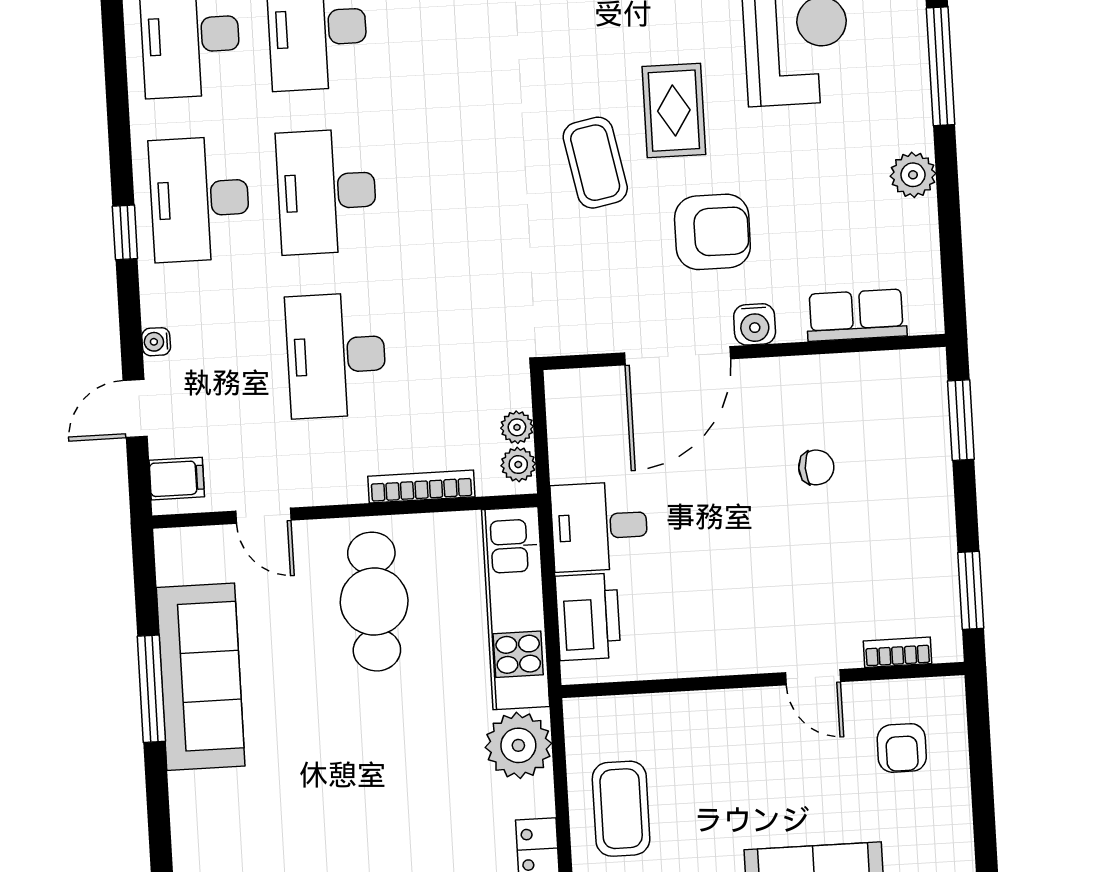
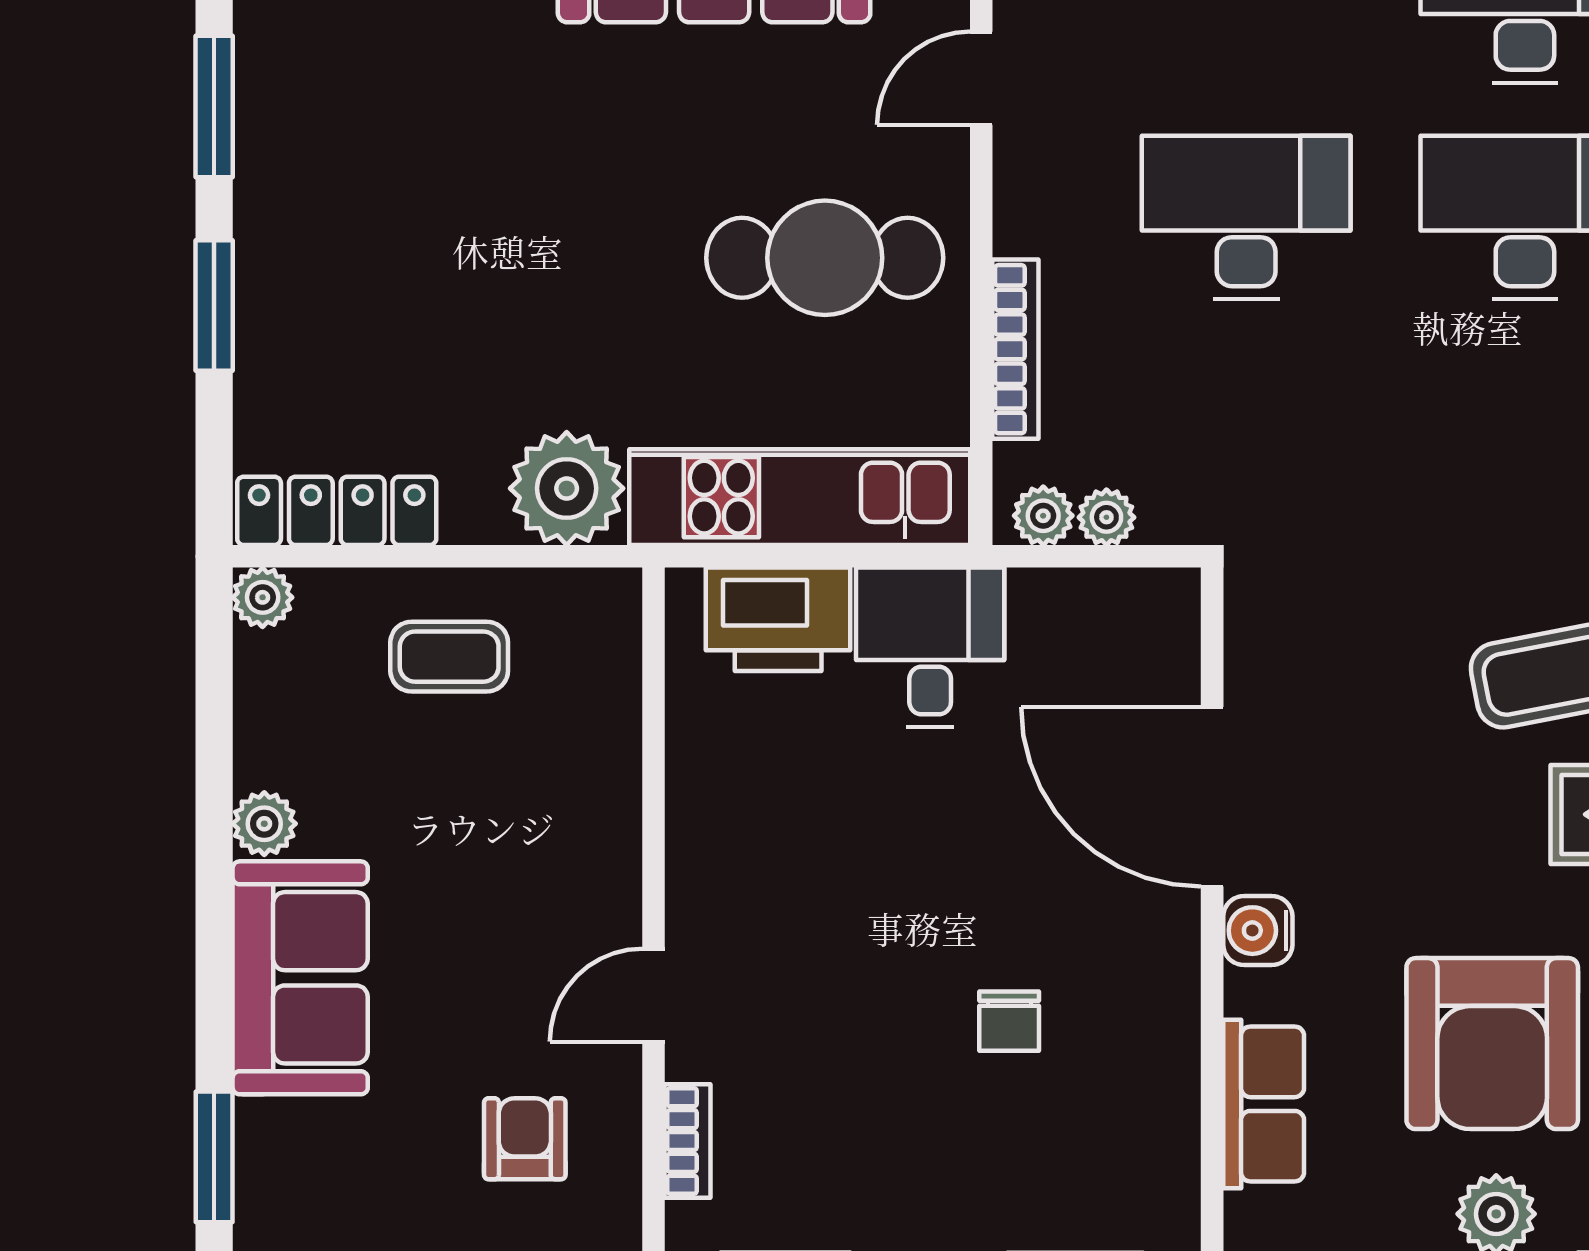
armchair: (712, 232) -> (1492, 1044), moved, width x1.36, depth x1.36
armchair: (902, 748) -> (525, 1139), turned 90
coffee table: (621, 809) -> (449, 657), width x0.73, depth x0.77

